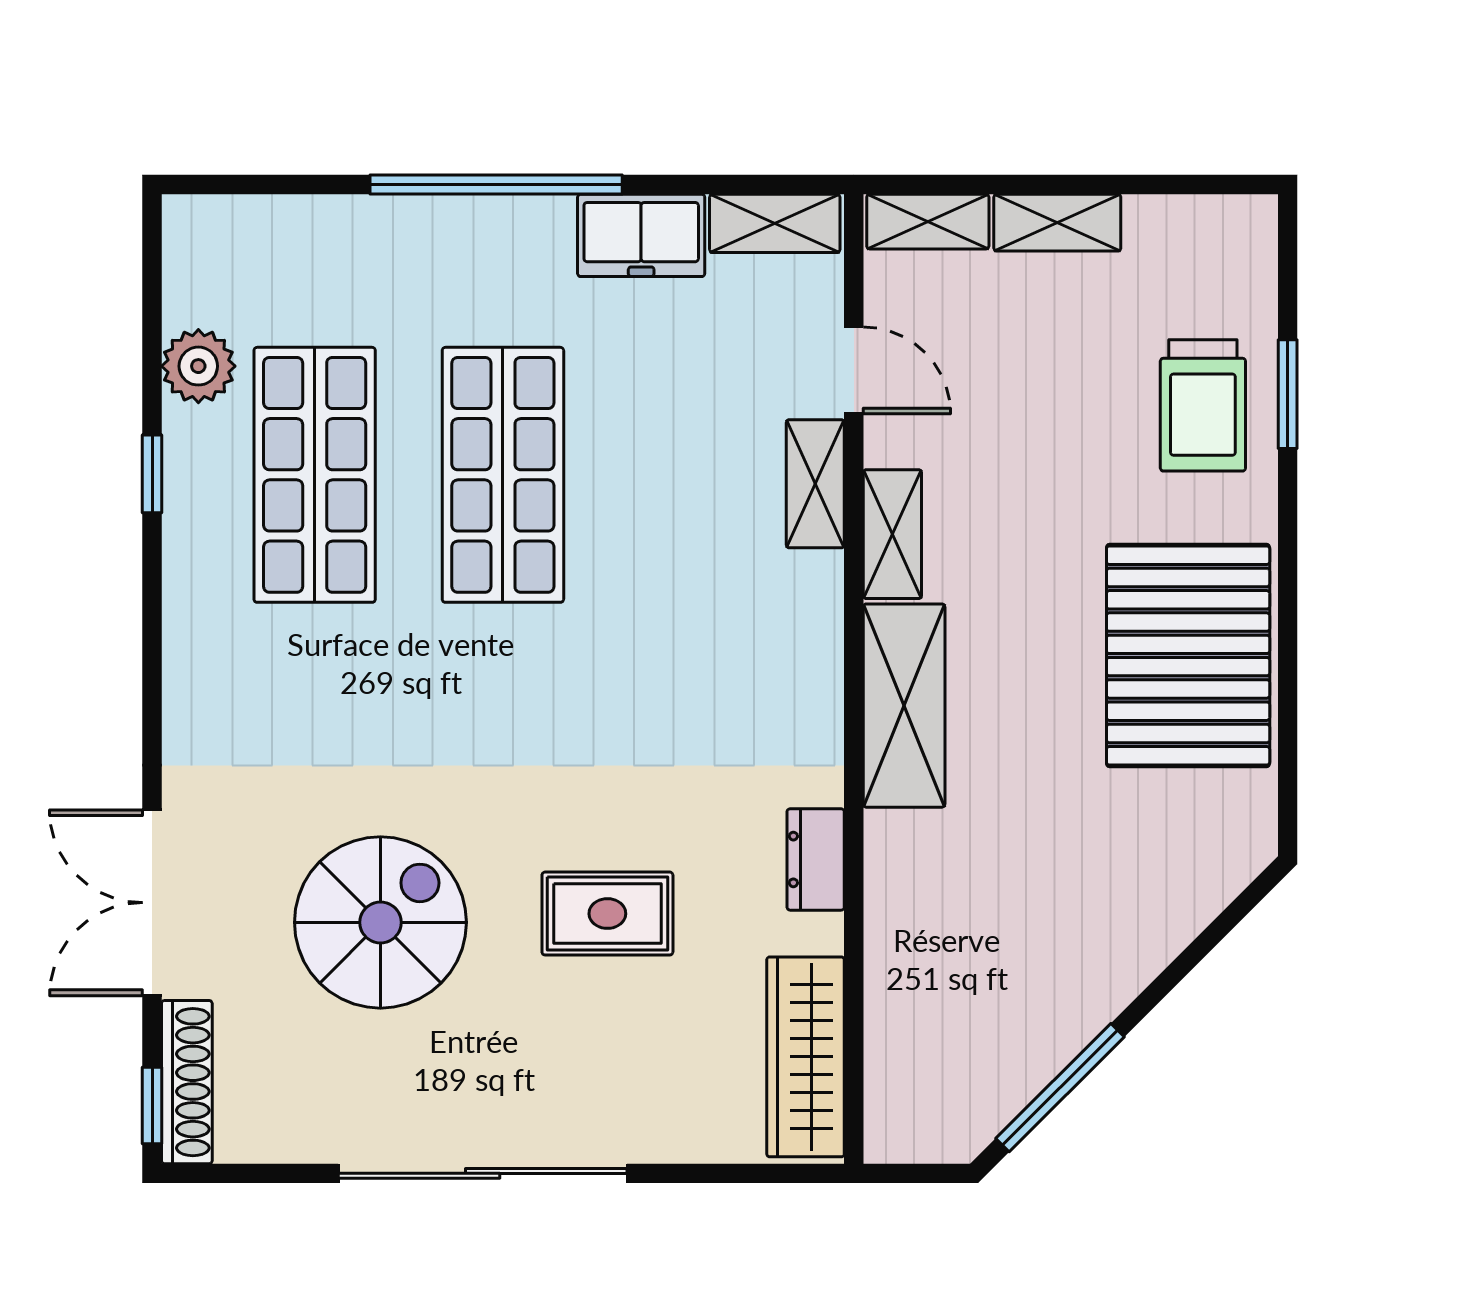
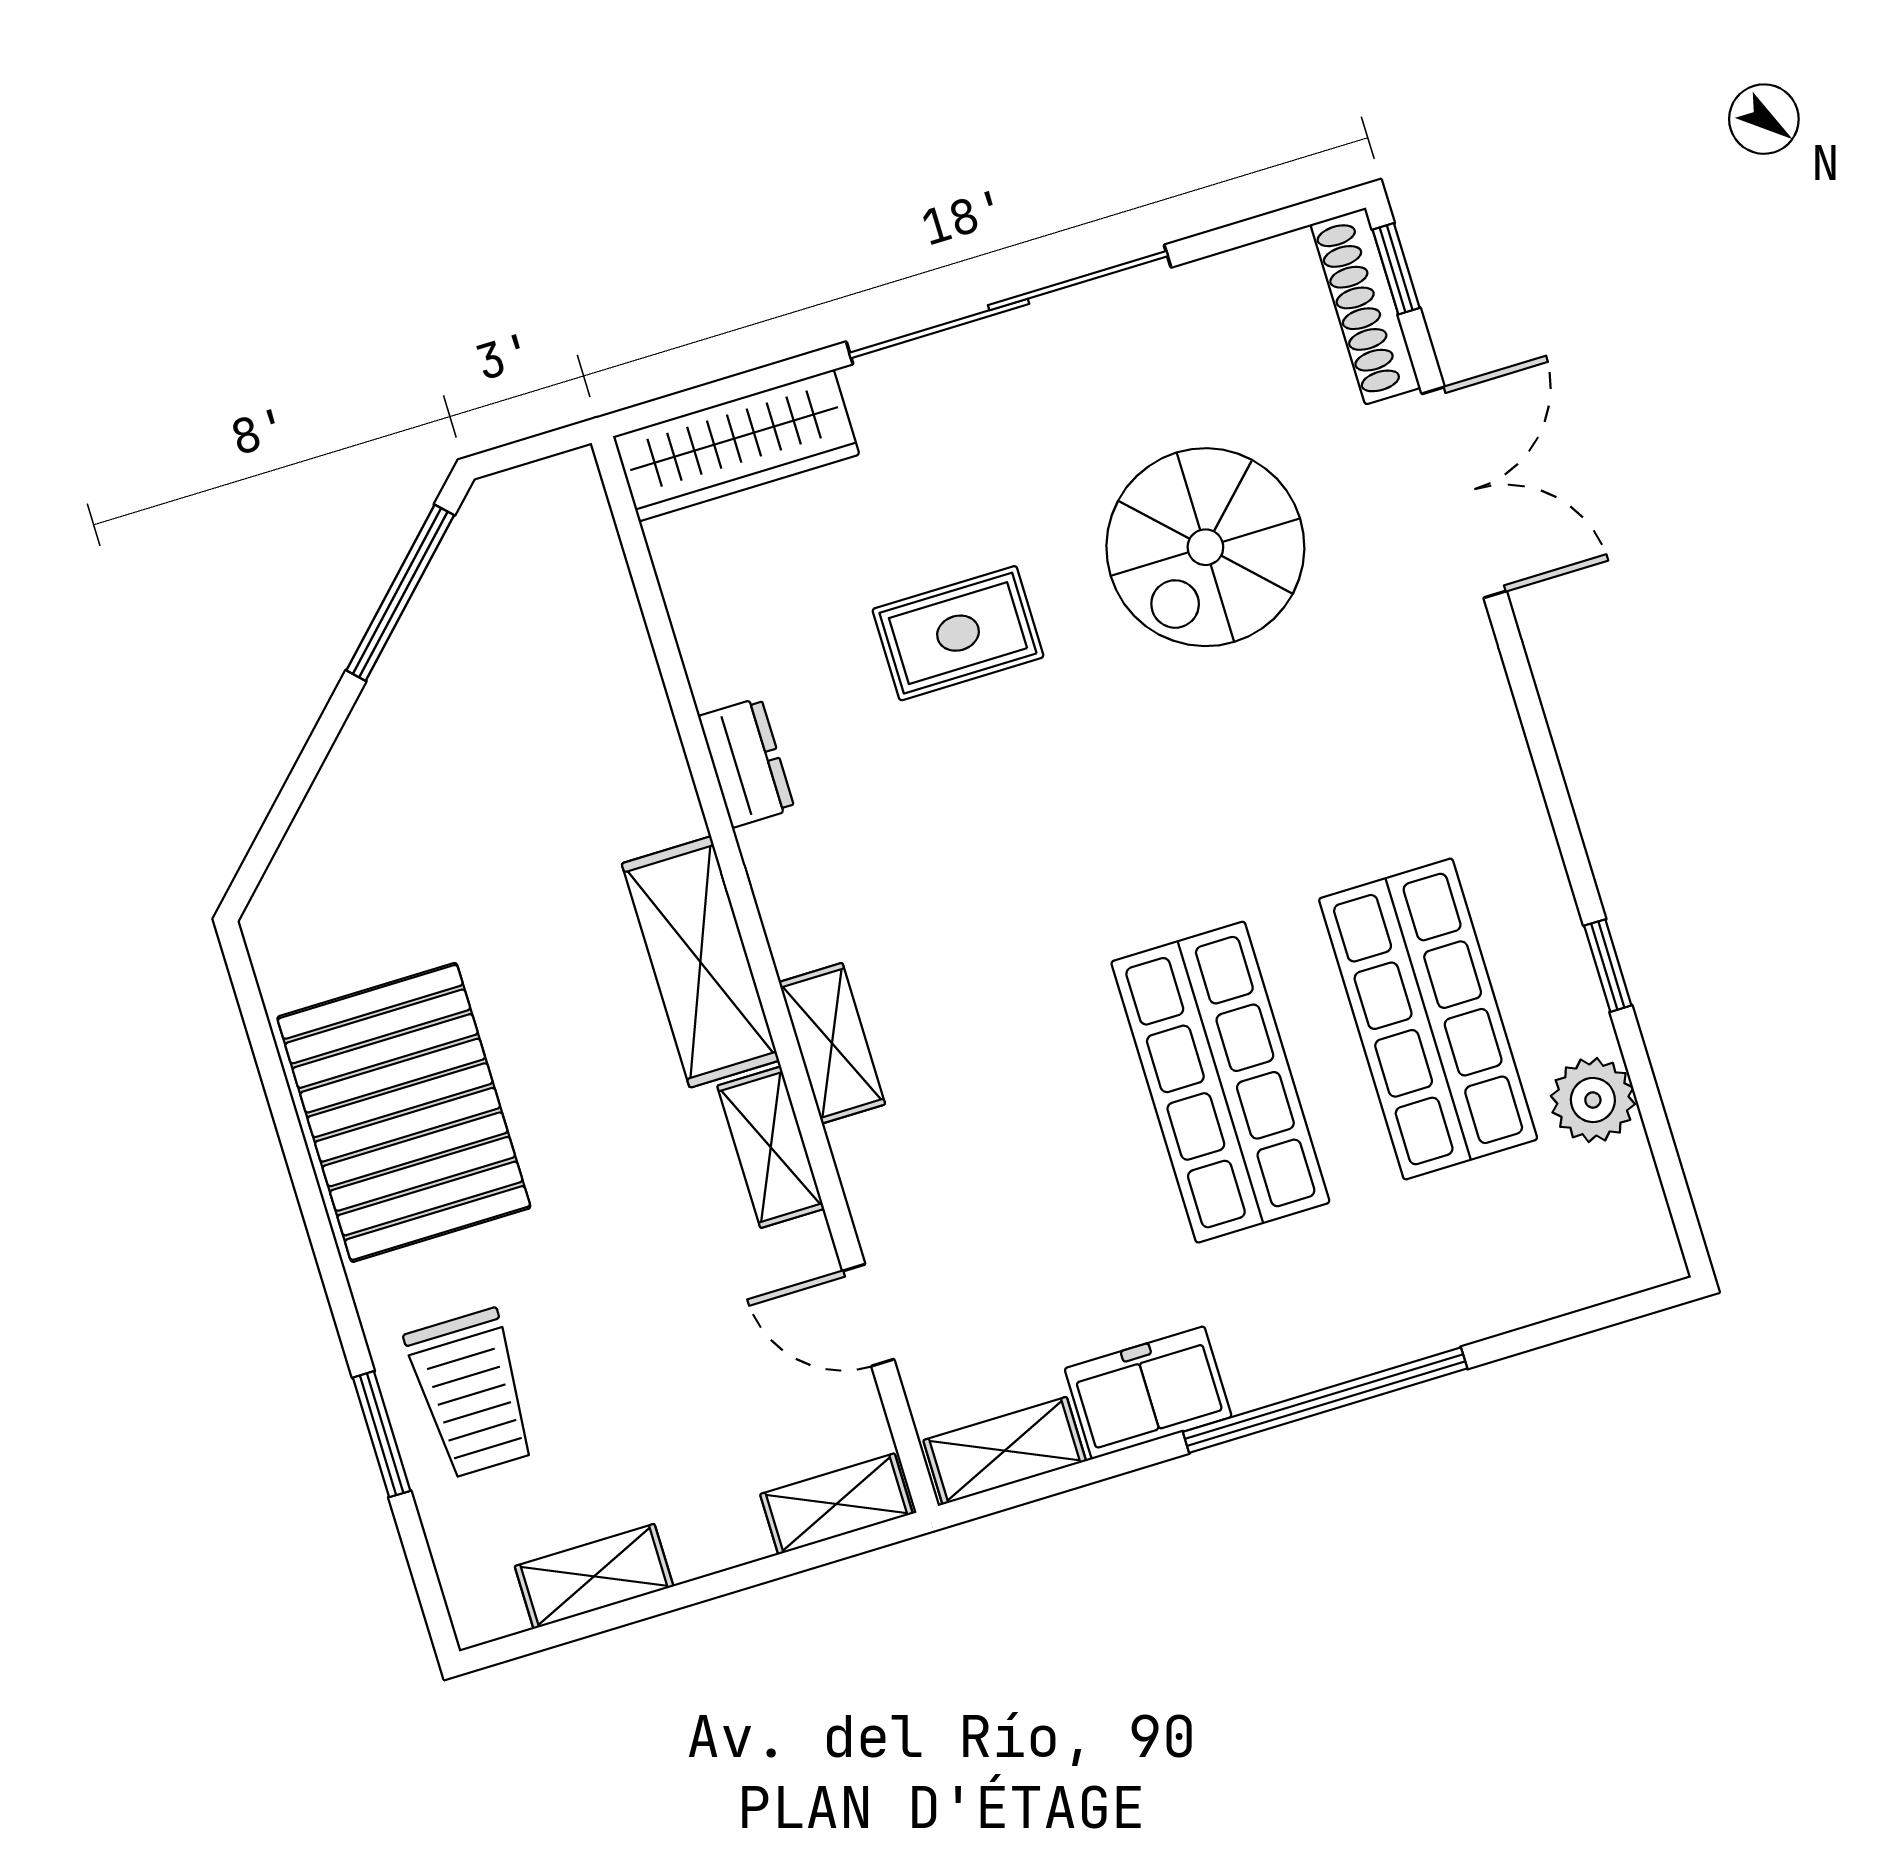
shelving: (1057, 223) -> (594, 1576), moved
trolley: (1203, 405) -> (471, 1393), turned 180
shelving: (815, 484) -> (832, 1043), moved
wardrobe: (806, 1057) -> (736, 445), moved, turned 90

